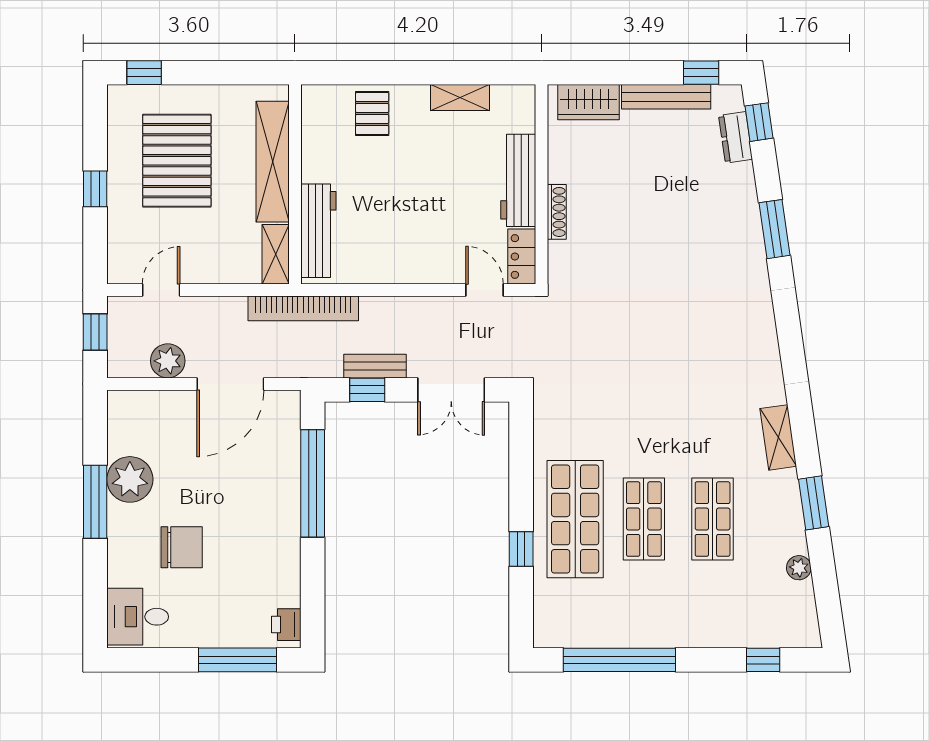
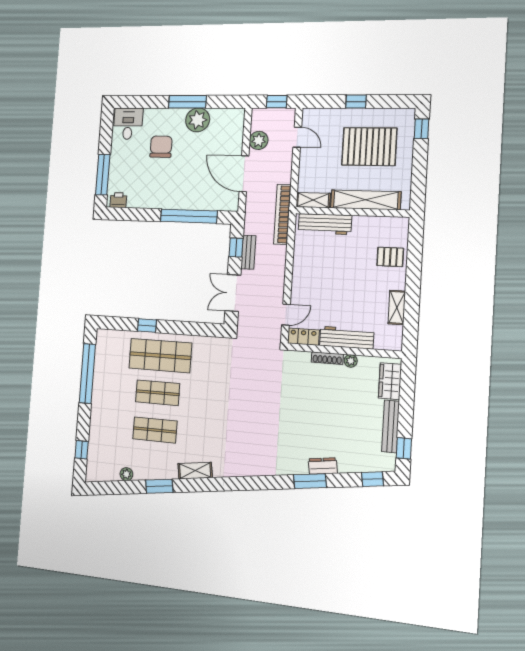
dresser: (736, 137) -> (323, 466), moved
plant: (559, 171) -> (351, 361), added
chair: (182, 547) -> (161, 147), turned 180

